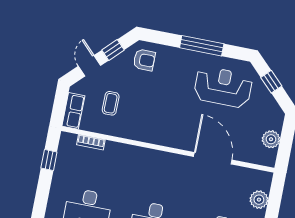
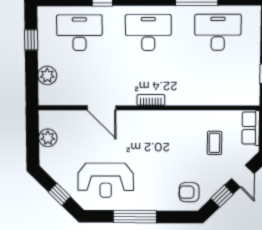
bookcase: (91, 142) -> (151, 100), moved
door: (213, 158) -> (102, 108), width x0.73

